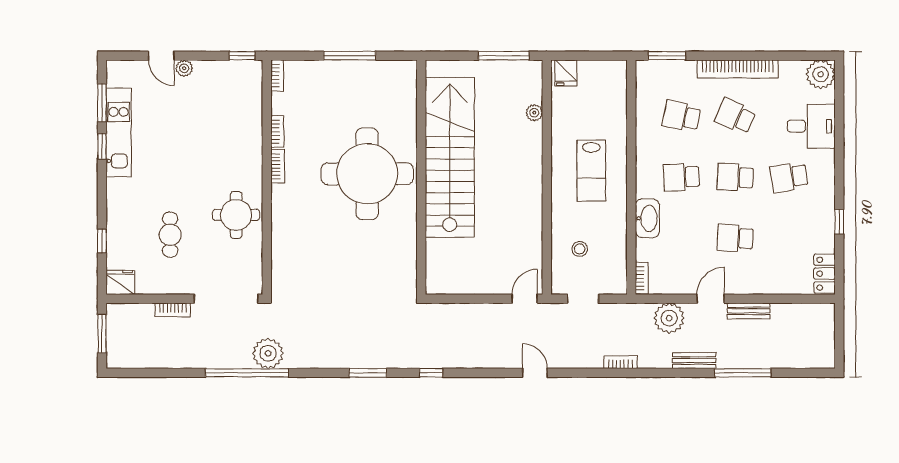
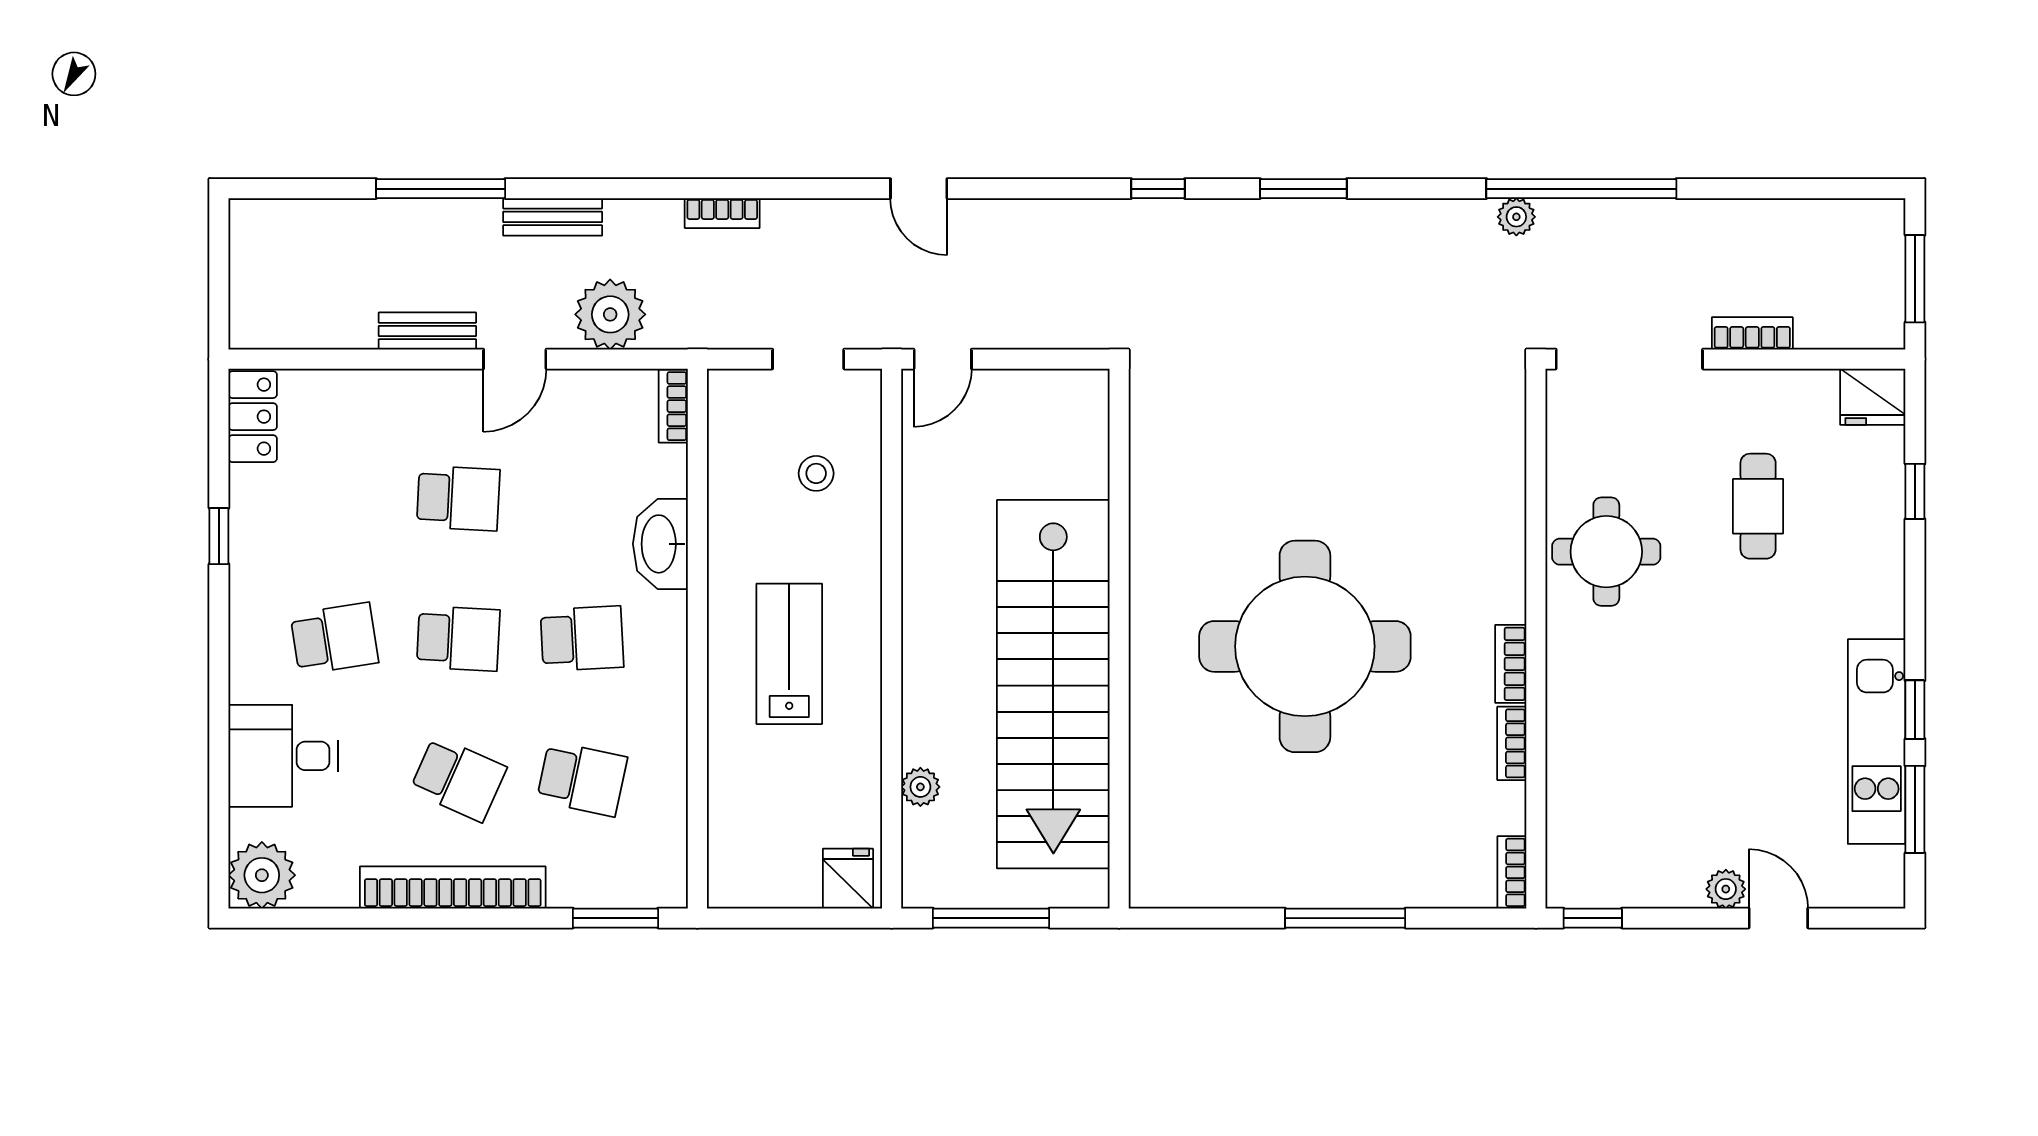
stairs: (450, 157) -> (1053, 684), moved
wall: (421, 177) -> (1119, 639), moved
plant: (268, 353) -> (1516, 217), width x0.53, depth x0.53

